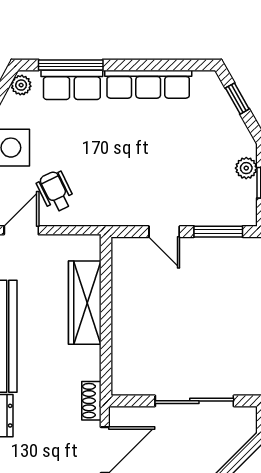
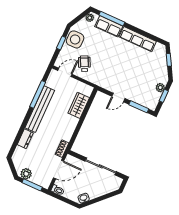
door: (164, 232) -> (118, 97), hinge flipped
wardrobe: (85, 303) -> (79, 105), width x0.67

